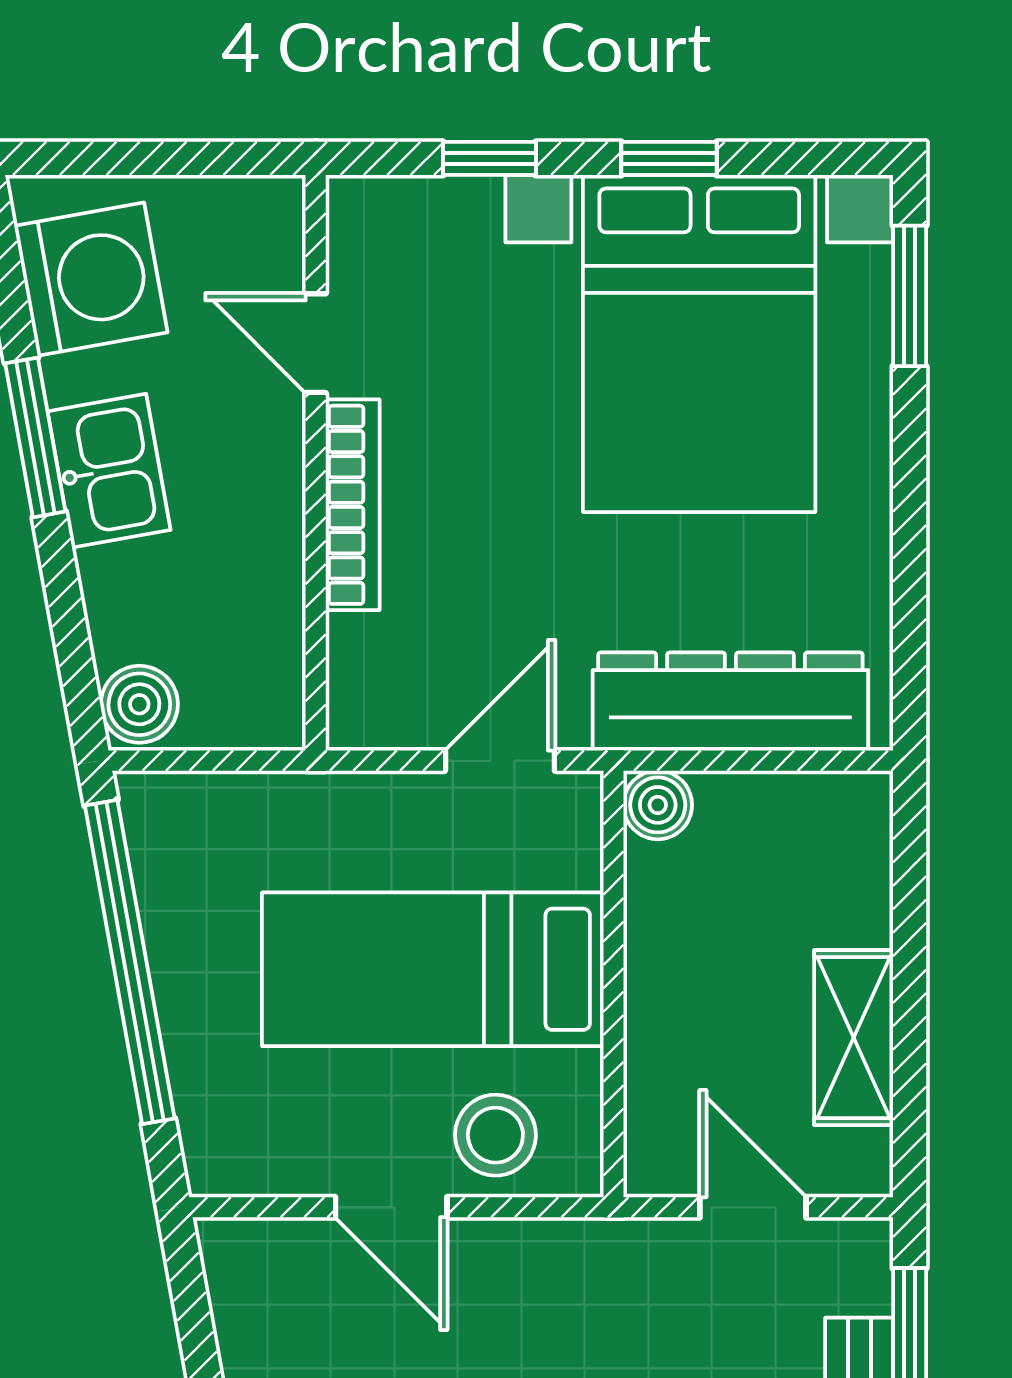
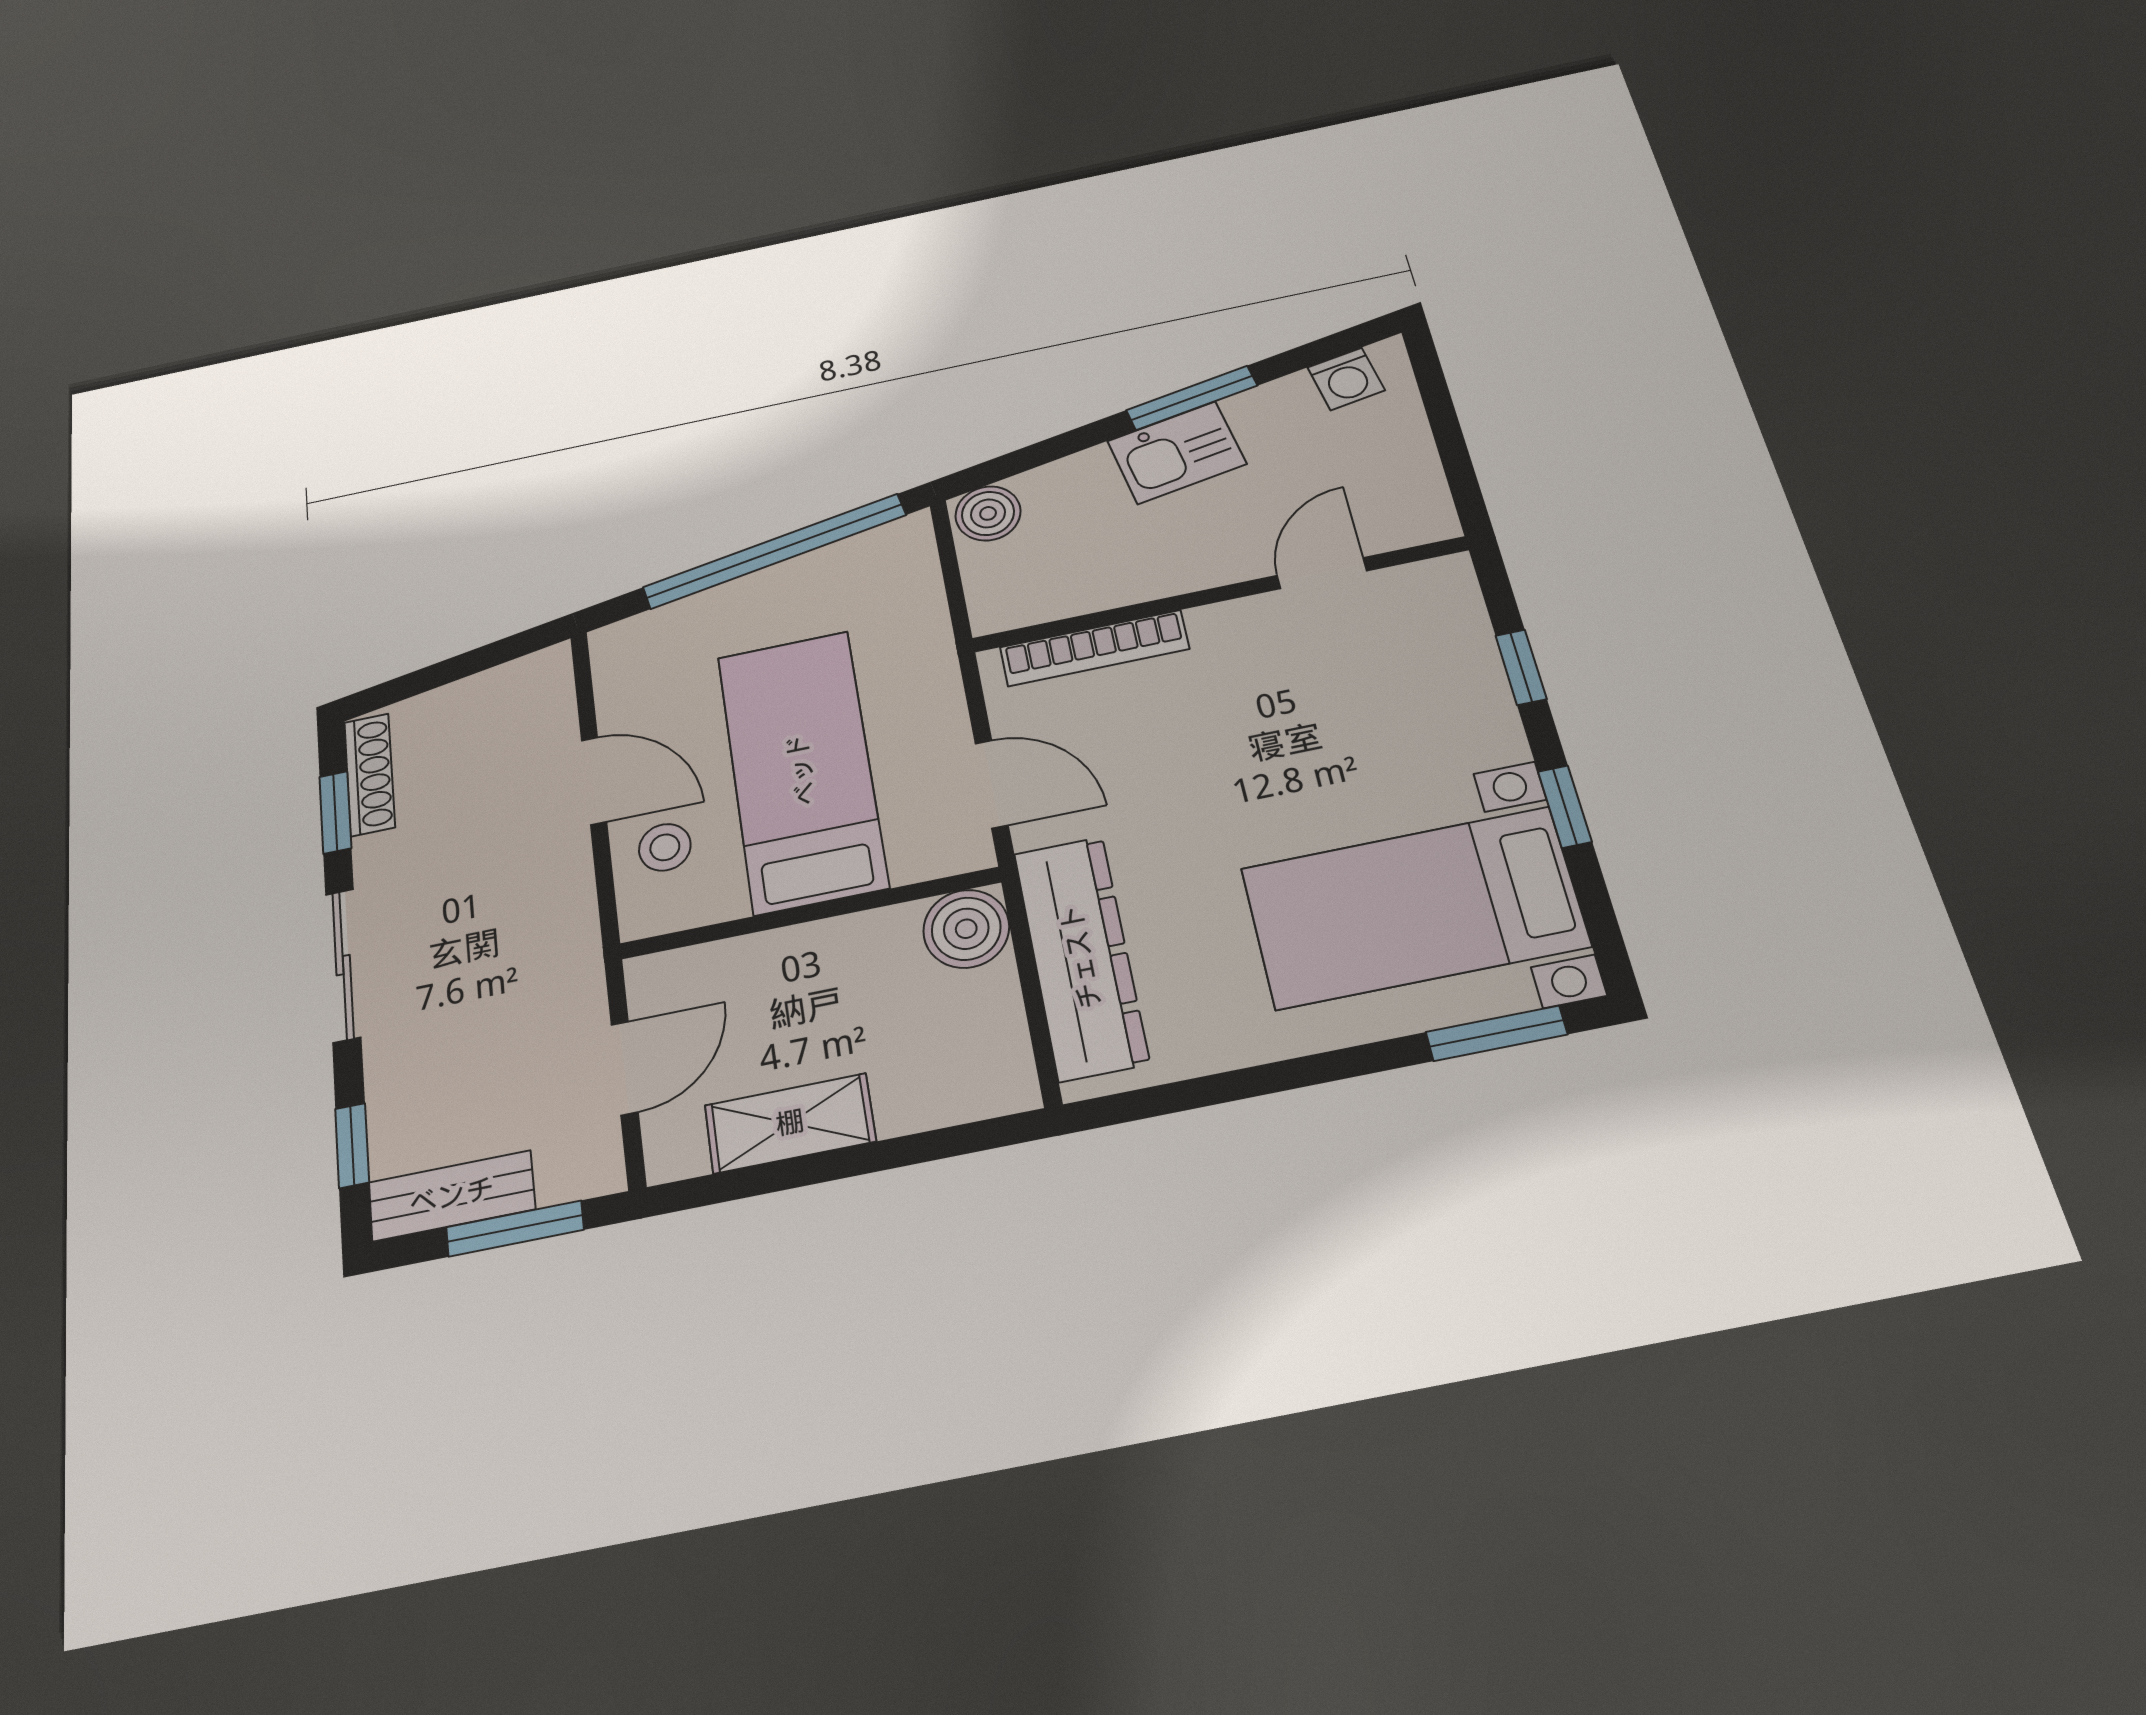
washing machine: (91, 279) -> (1346, 379), width x0.53, depth x0.53
bed with nightstands: (699, 344) -> (1414, 907), width x0.73
bookcase: (353, 505) -> (1094, 648), moved
boiler: (658, 805) -> (966, 929), width x1.36, depth x1.36
stool: (495, 1135) -> (665, 847), width x0.73, depth x0.73
door: (391, 1207) -> (594, 781), swing flipped

